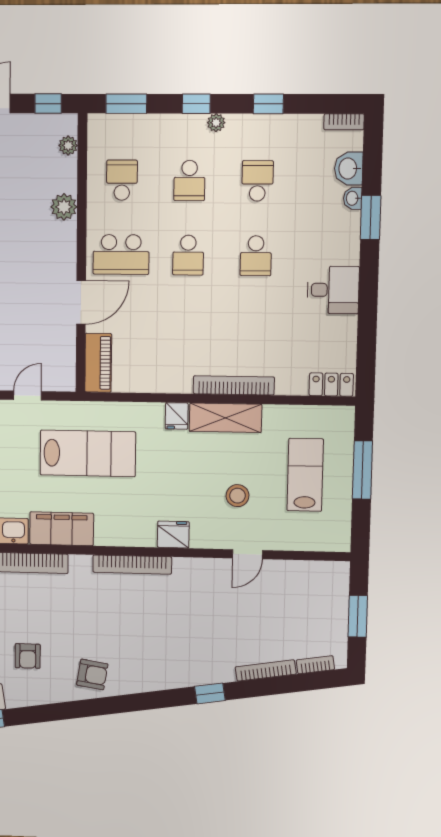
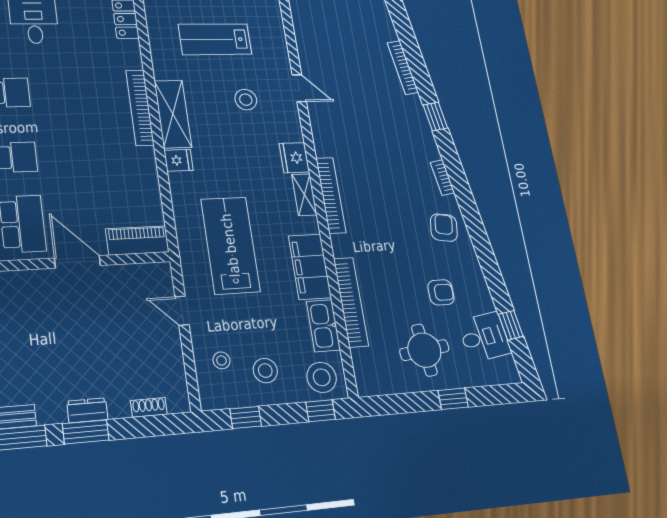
shelving: (134, 537) -> (304, 195), added
bookcase: (315, 665) -> (442, 178), moved

